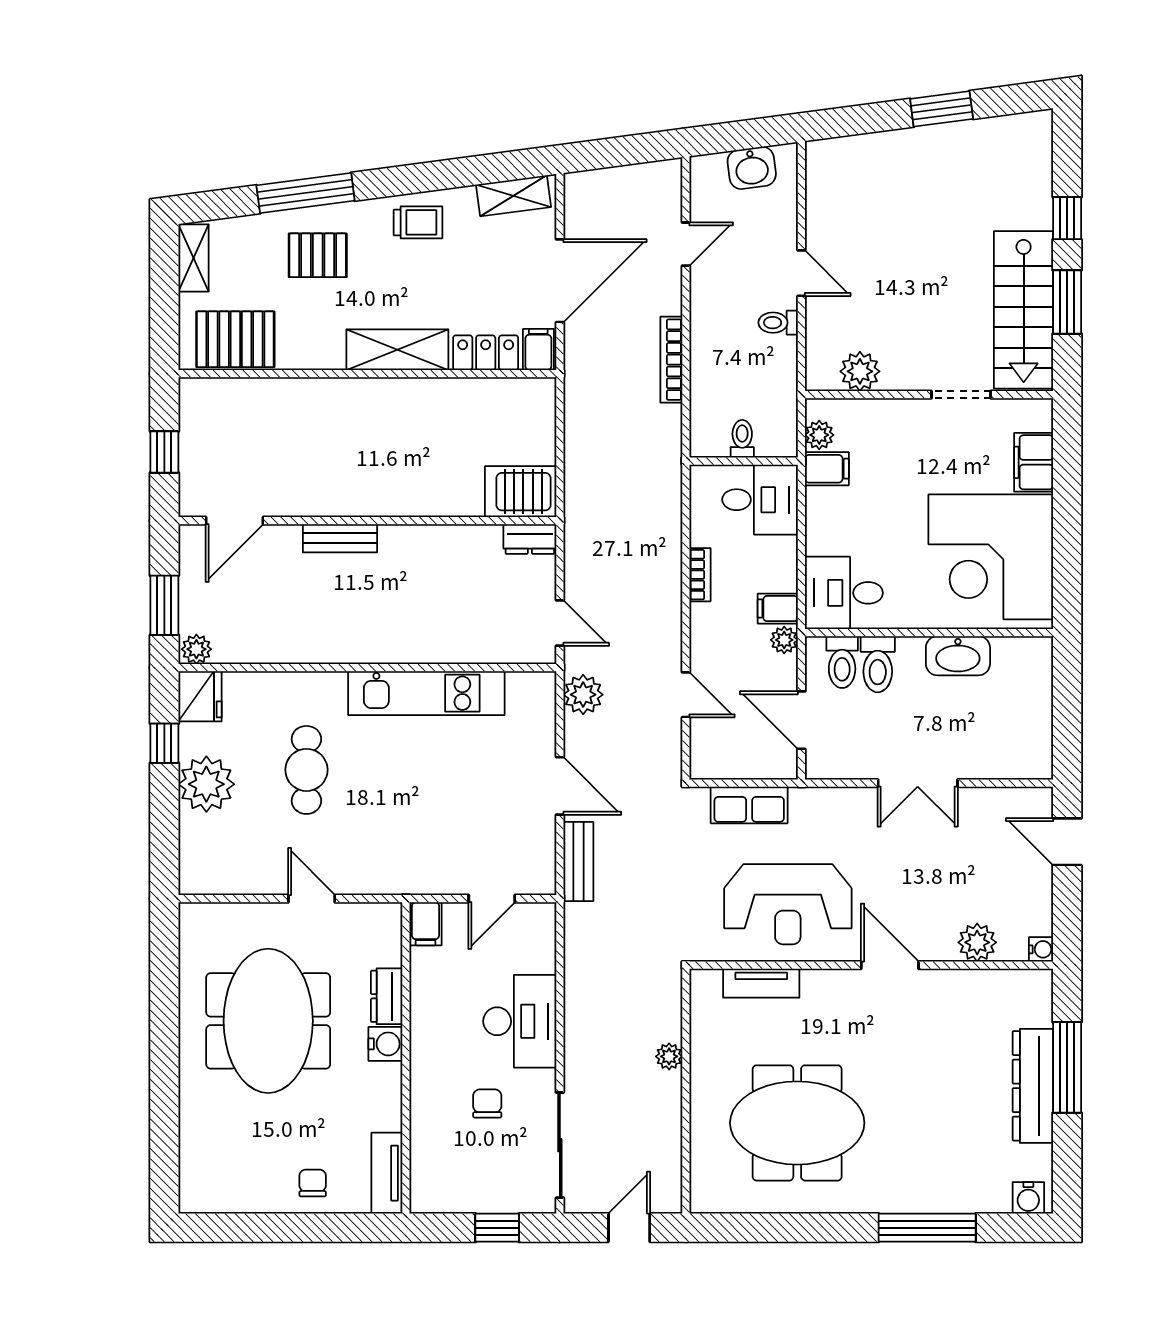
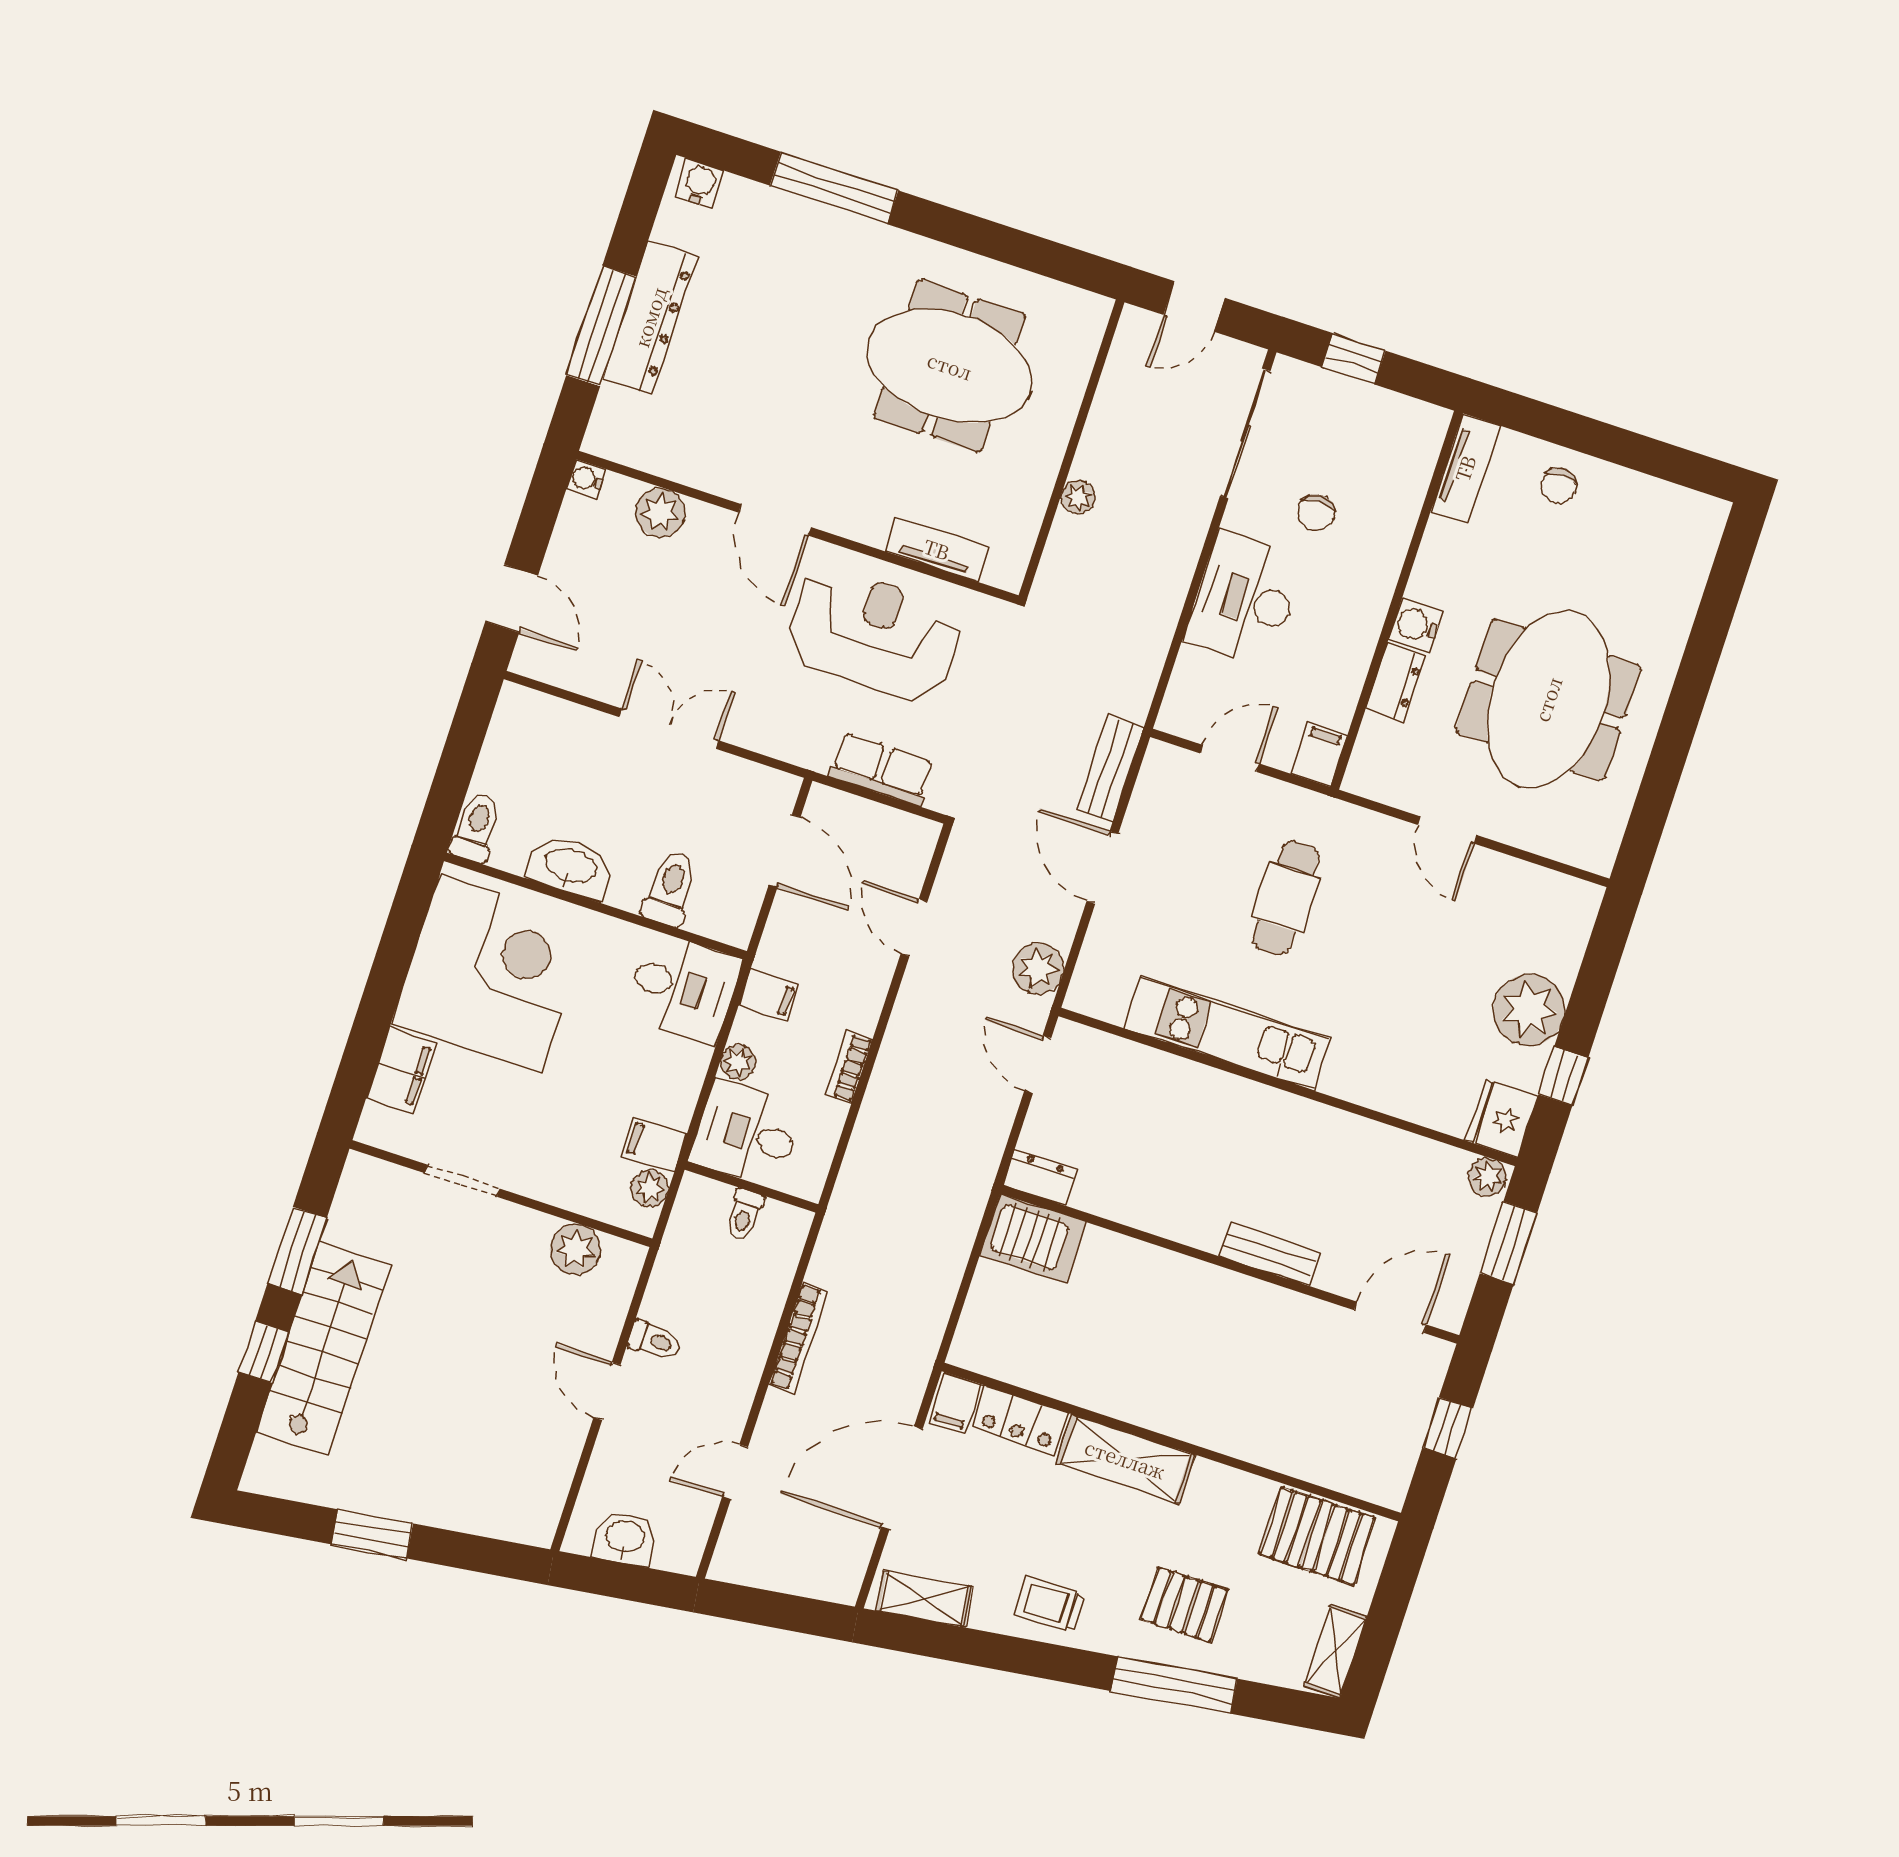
stairs: (1024, 310) -> (323, 1348), moved
plant: (784, 640) -> (738, 1062), moved
toilet: (842, 662) -> (476, 827), moved
cafe table: (306, 770) -> (1286, 898), moved

